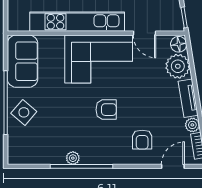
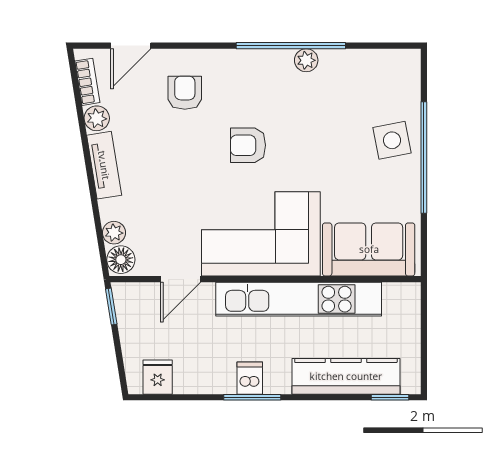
door: (145, 33) -> (181, 279), swing flipped
sofa: (22, 61) -> (369, 249), moved, turned 90
plant: (178, 66) -> (114, 233), width x0.53, depth x0.53
side table: (24, 112) -> (392, 140), turned 38

